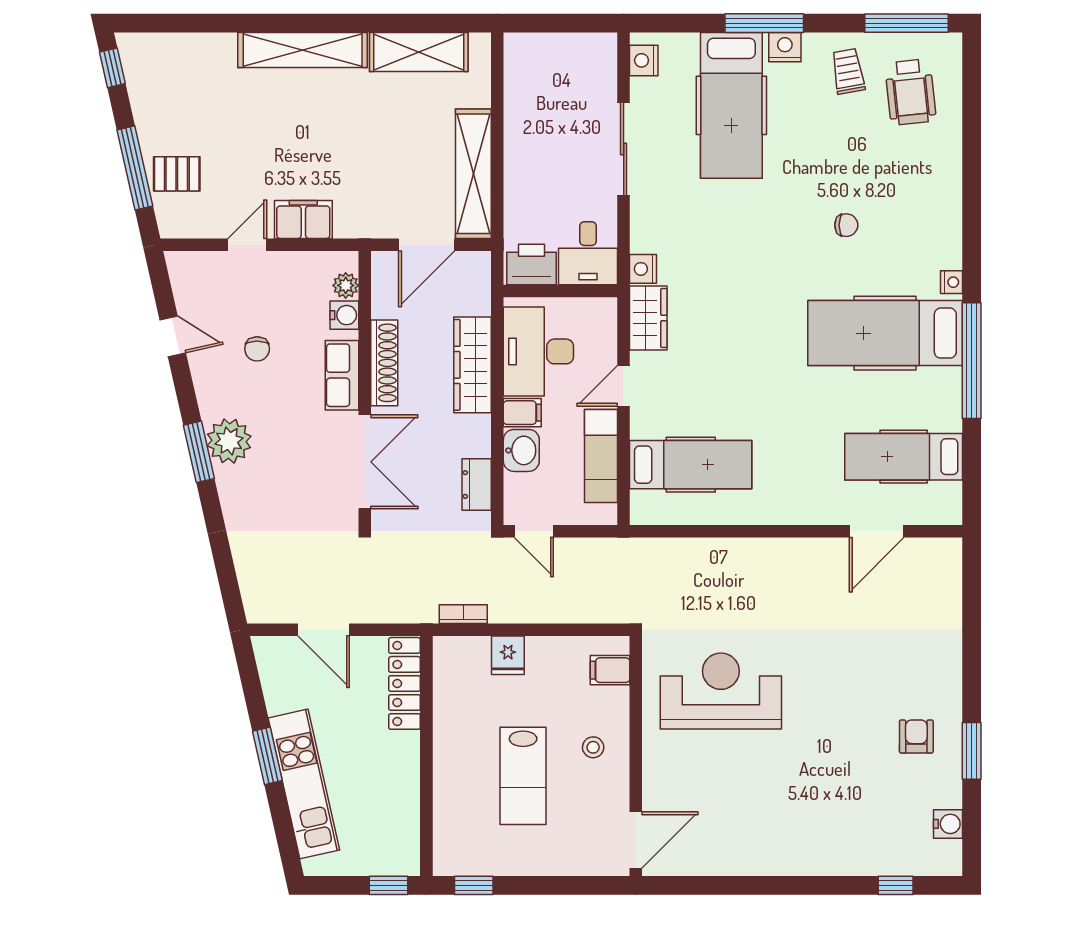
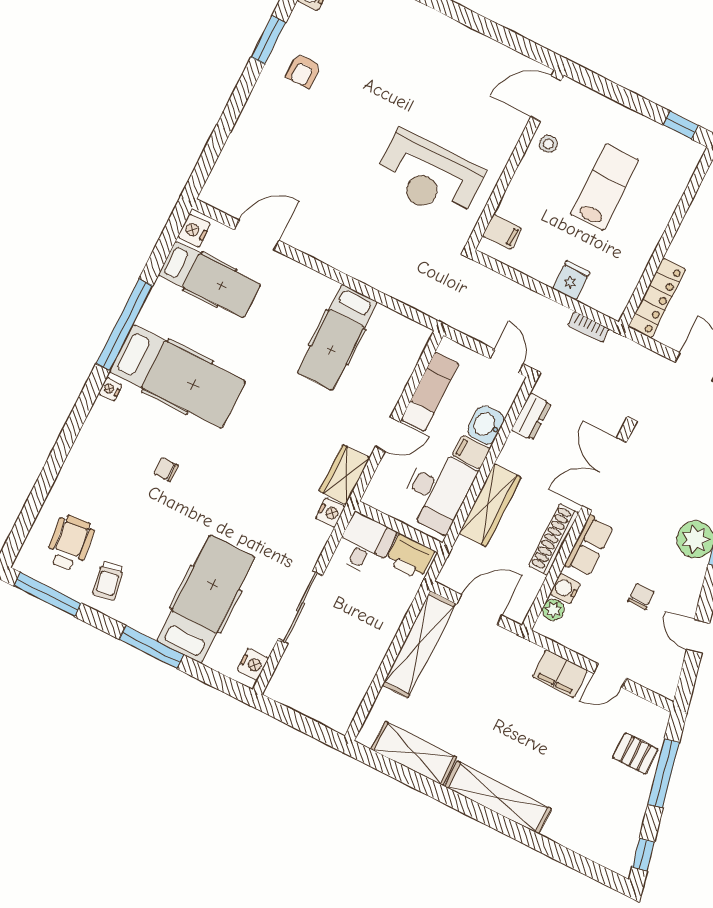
nightstand: (785, 47) -> (194, 231), moved, turned 90
hospital bed: (691, 465) -> (337, 337), moved, turned -90
stool: (593, 747) -> (548, 144), moved

